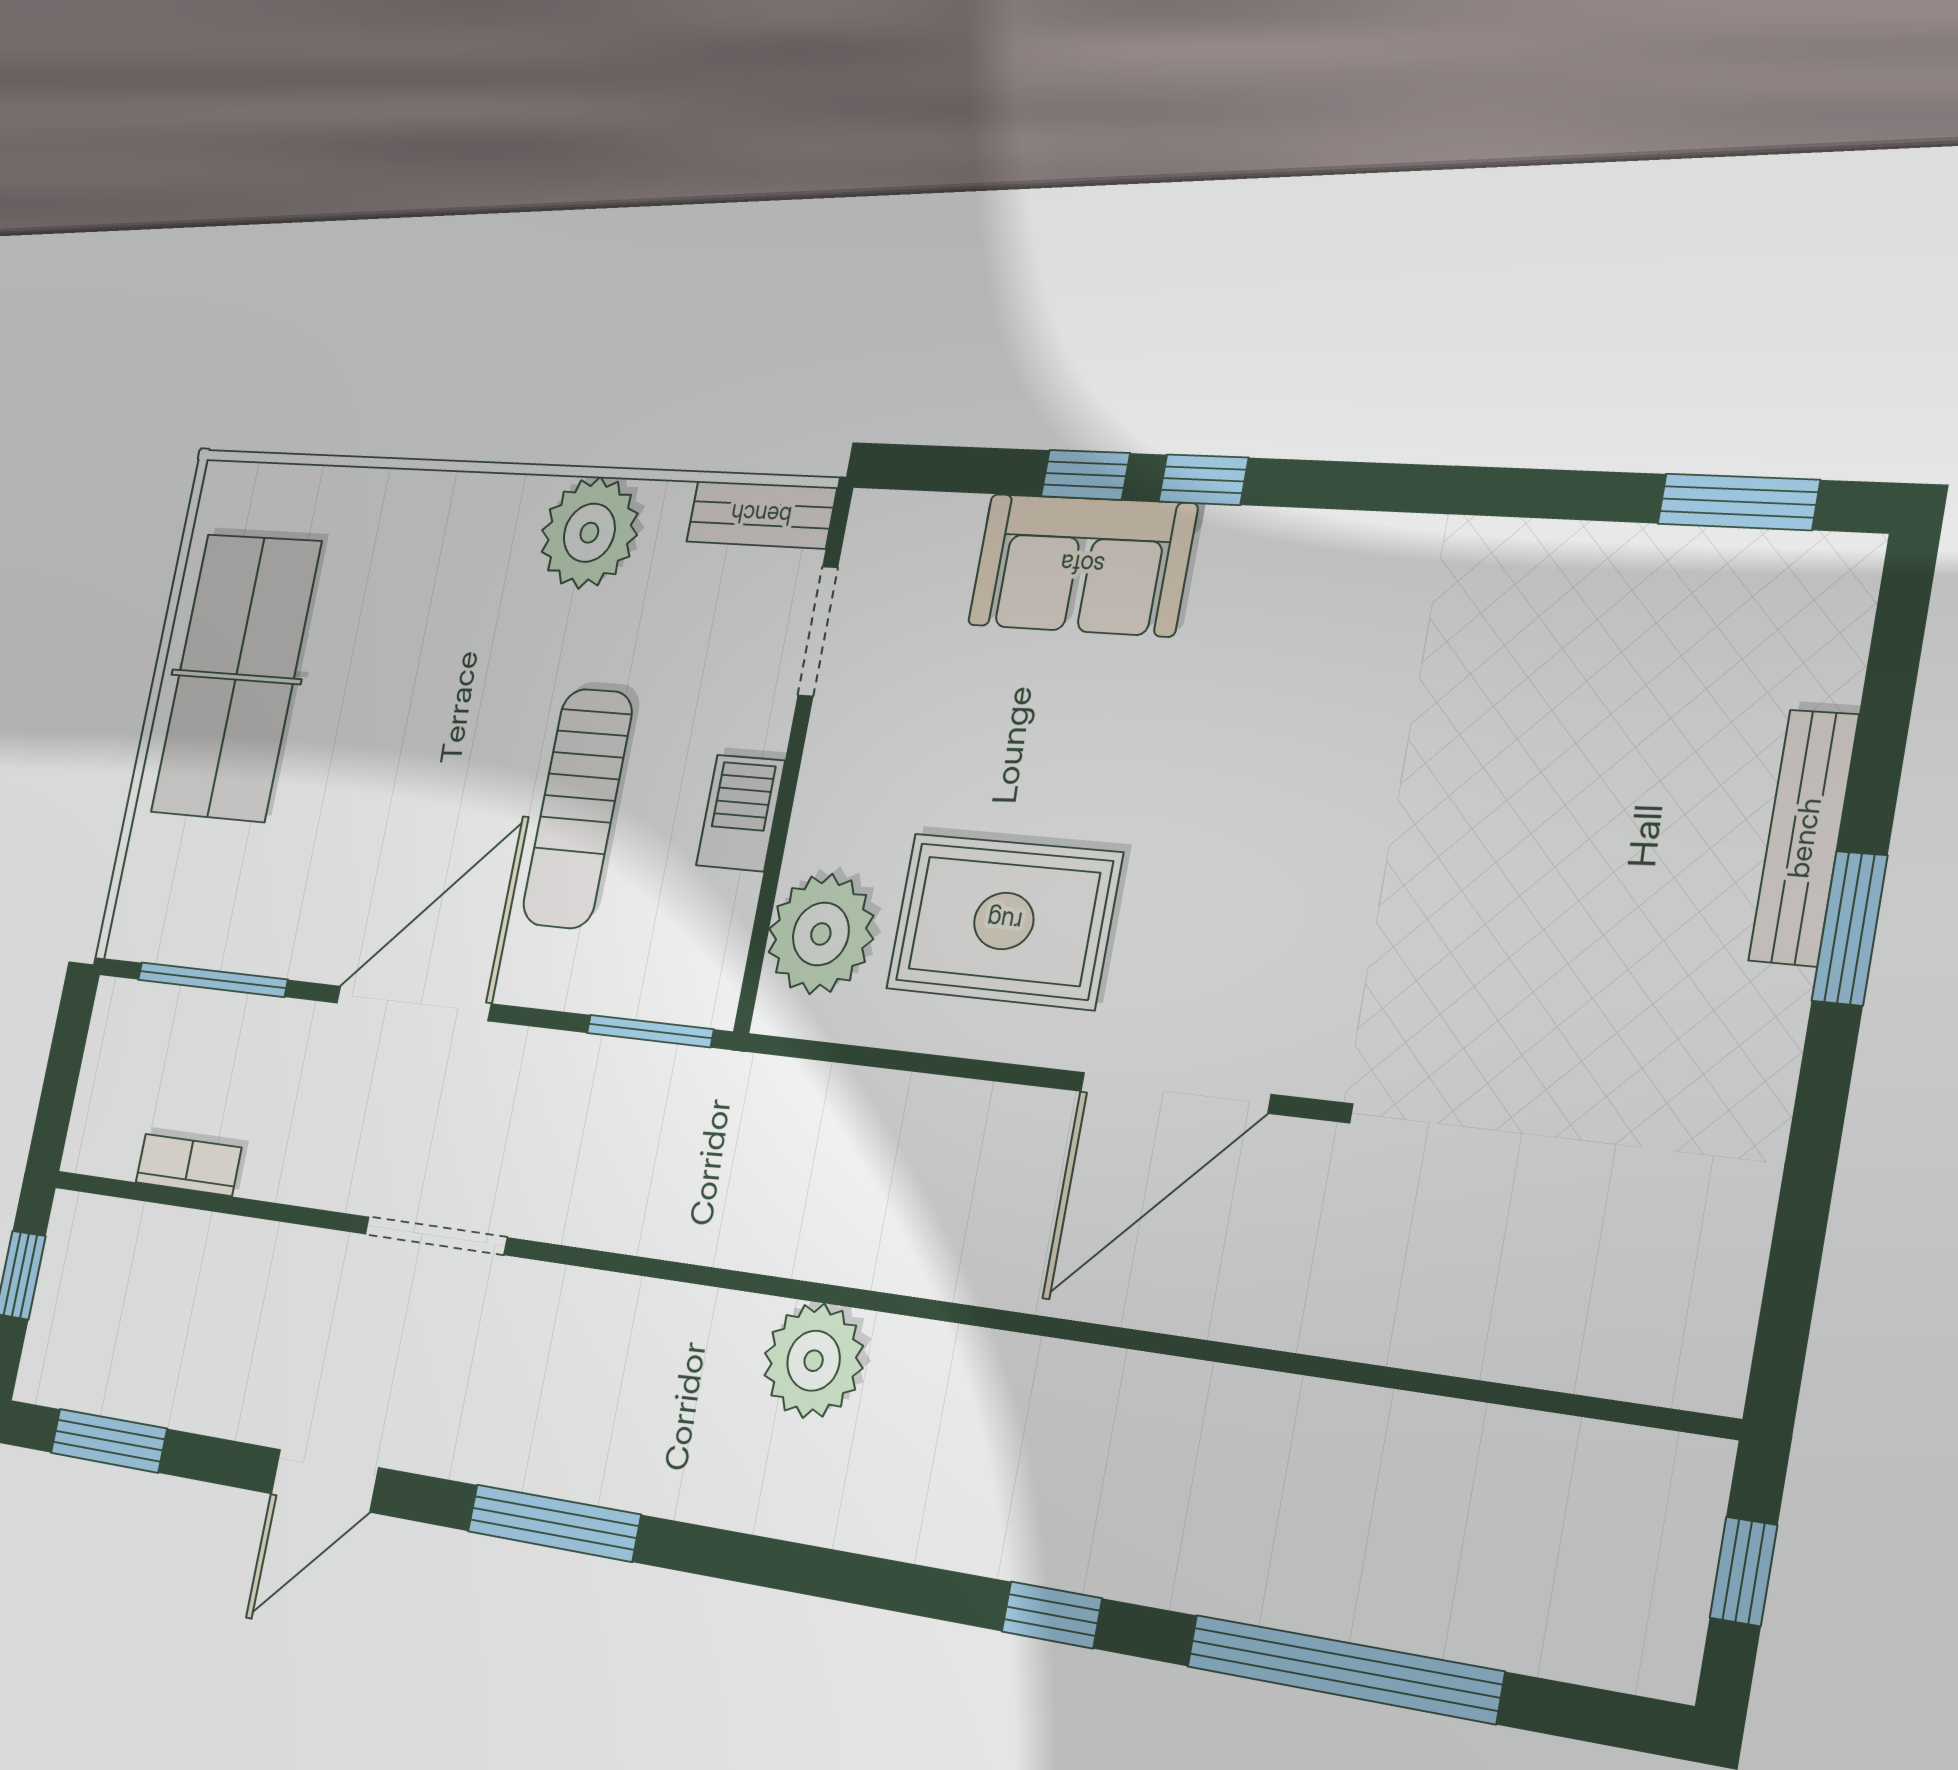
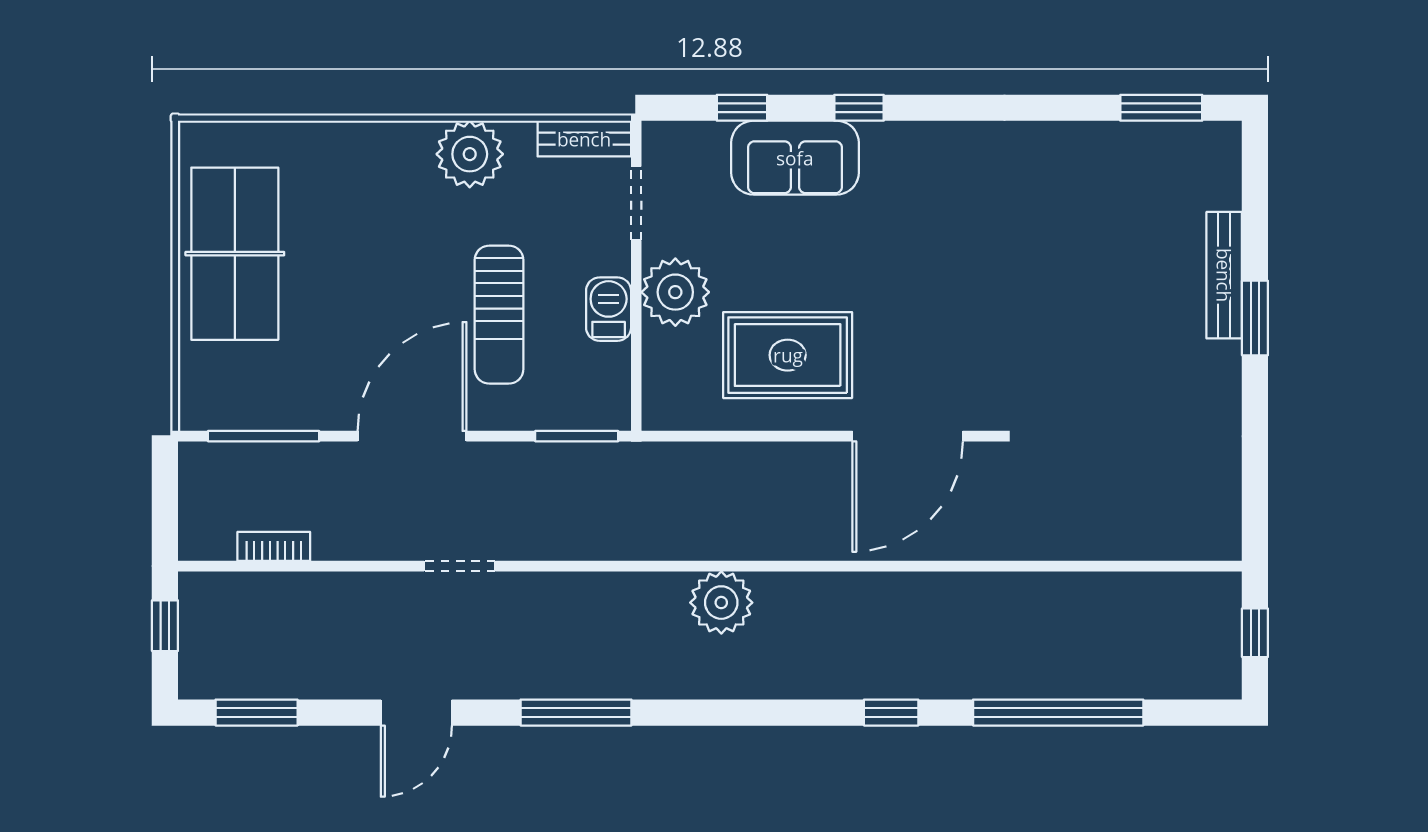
window: (1085, 475) -> (742, 108), moved
plant: (821, 934) -> (675, 292), moved
doorway: (436, 1236) -> (460, 566), width x0.73

